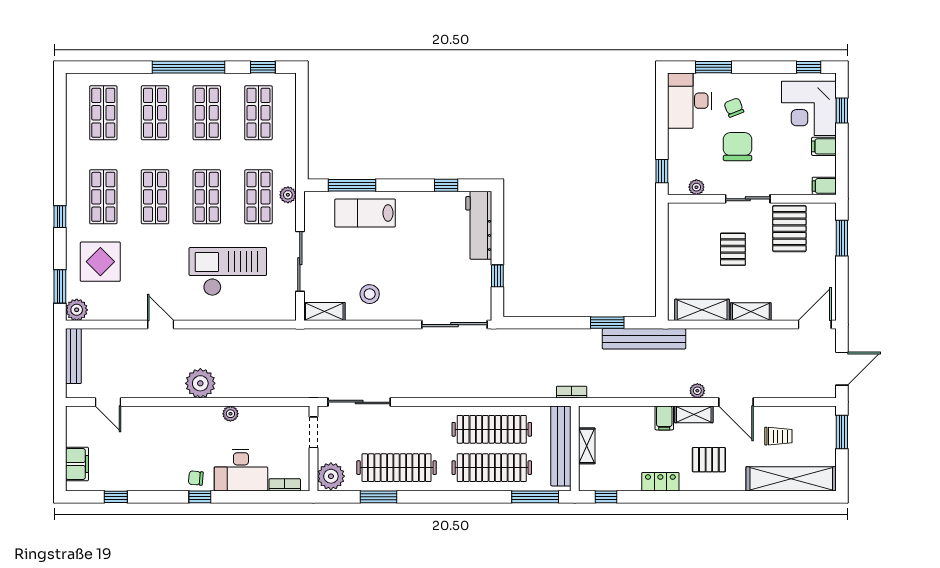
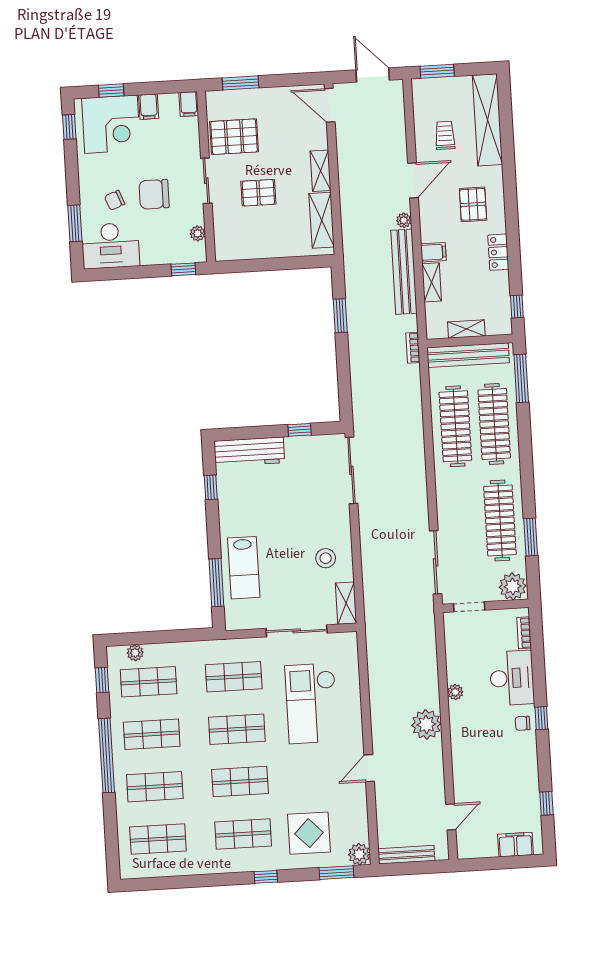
plant: (288, 195) -> (135, 653), moved
bench: (644, 339) -> (404, 272), moved
shelving: (694, 414) -> (432, 282), moved
chair: (196, 478) -> (523, 723), turned 85

